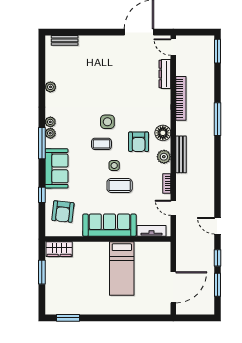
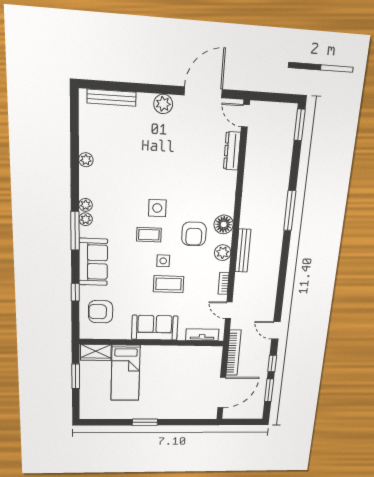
bench: (65, 40) -> (112, 98), width x1.36
plant: (109, 42) -> (163, 104), added
bookcase: (181, 98) -> (233, 353), moved
armchair: (63, 212) -> (101, 312), turned 84
sofa: (109, 225) -> (155, 328), width x0.73
bed: (122, 268) -> (126, 373), moved
window: (68, 318) -> (145, 422), moved

